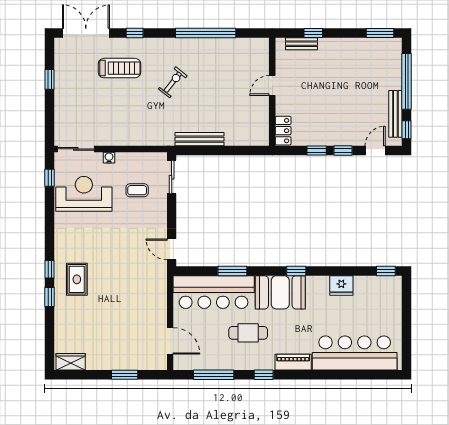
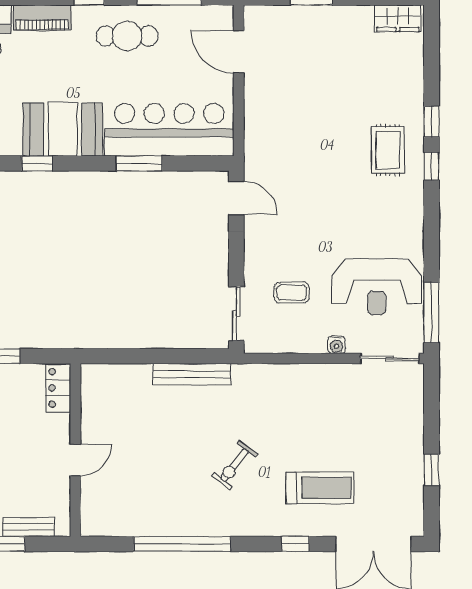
treadmill: (119, 68) -> (320, 488), turned 180
window: (50, 178) -> (432, 313), width x2.17
cafe table: (248, 333) -> (127, 36), moved

